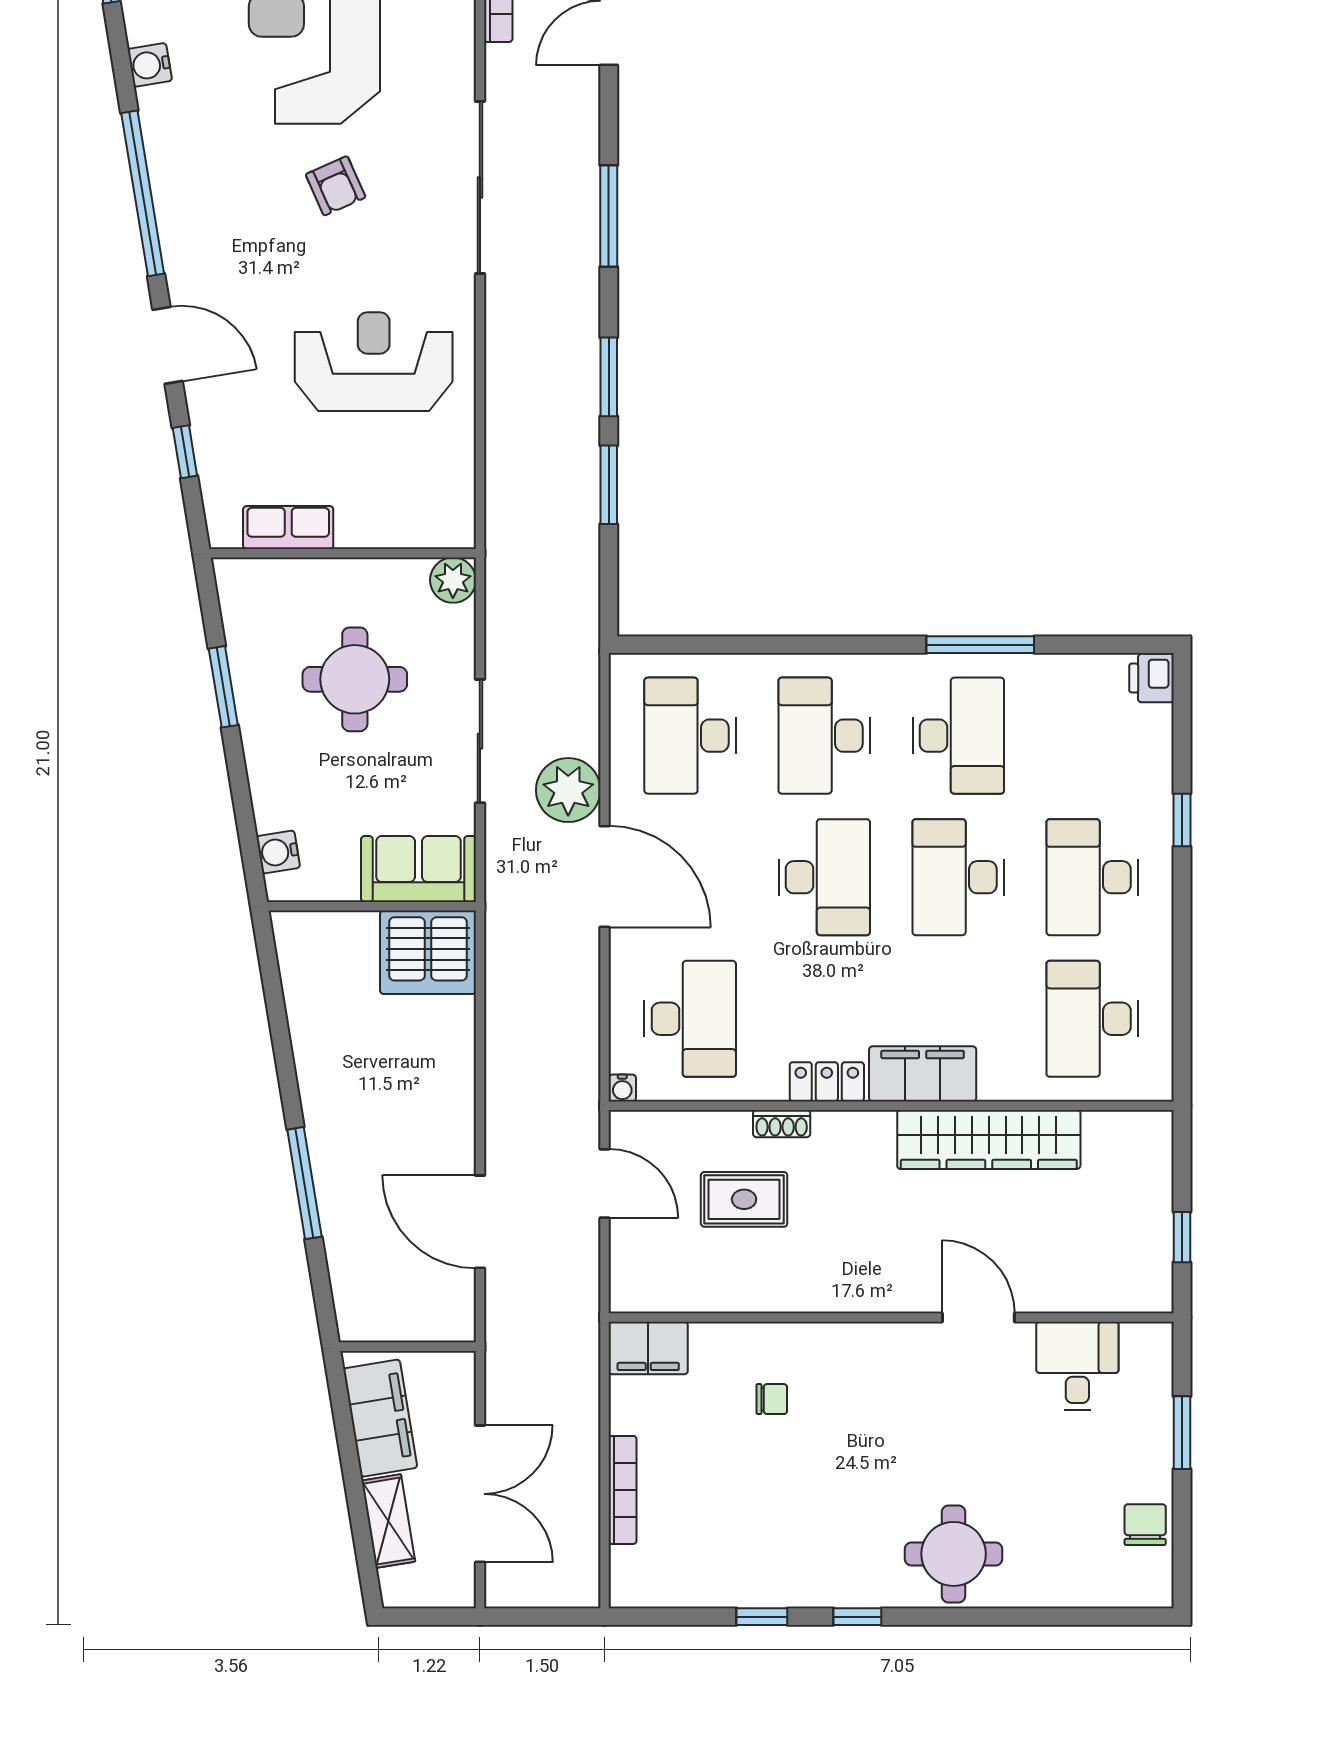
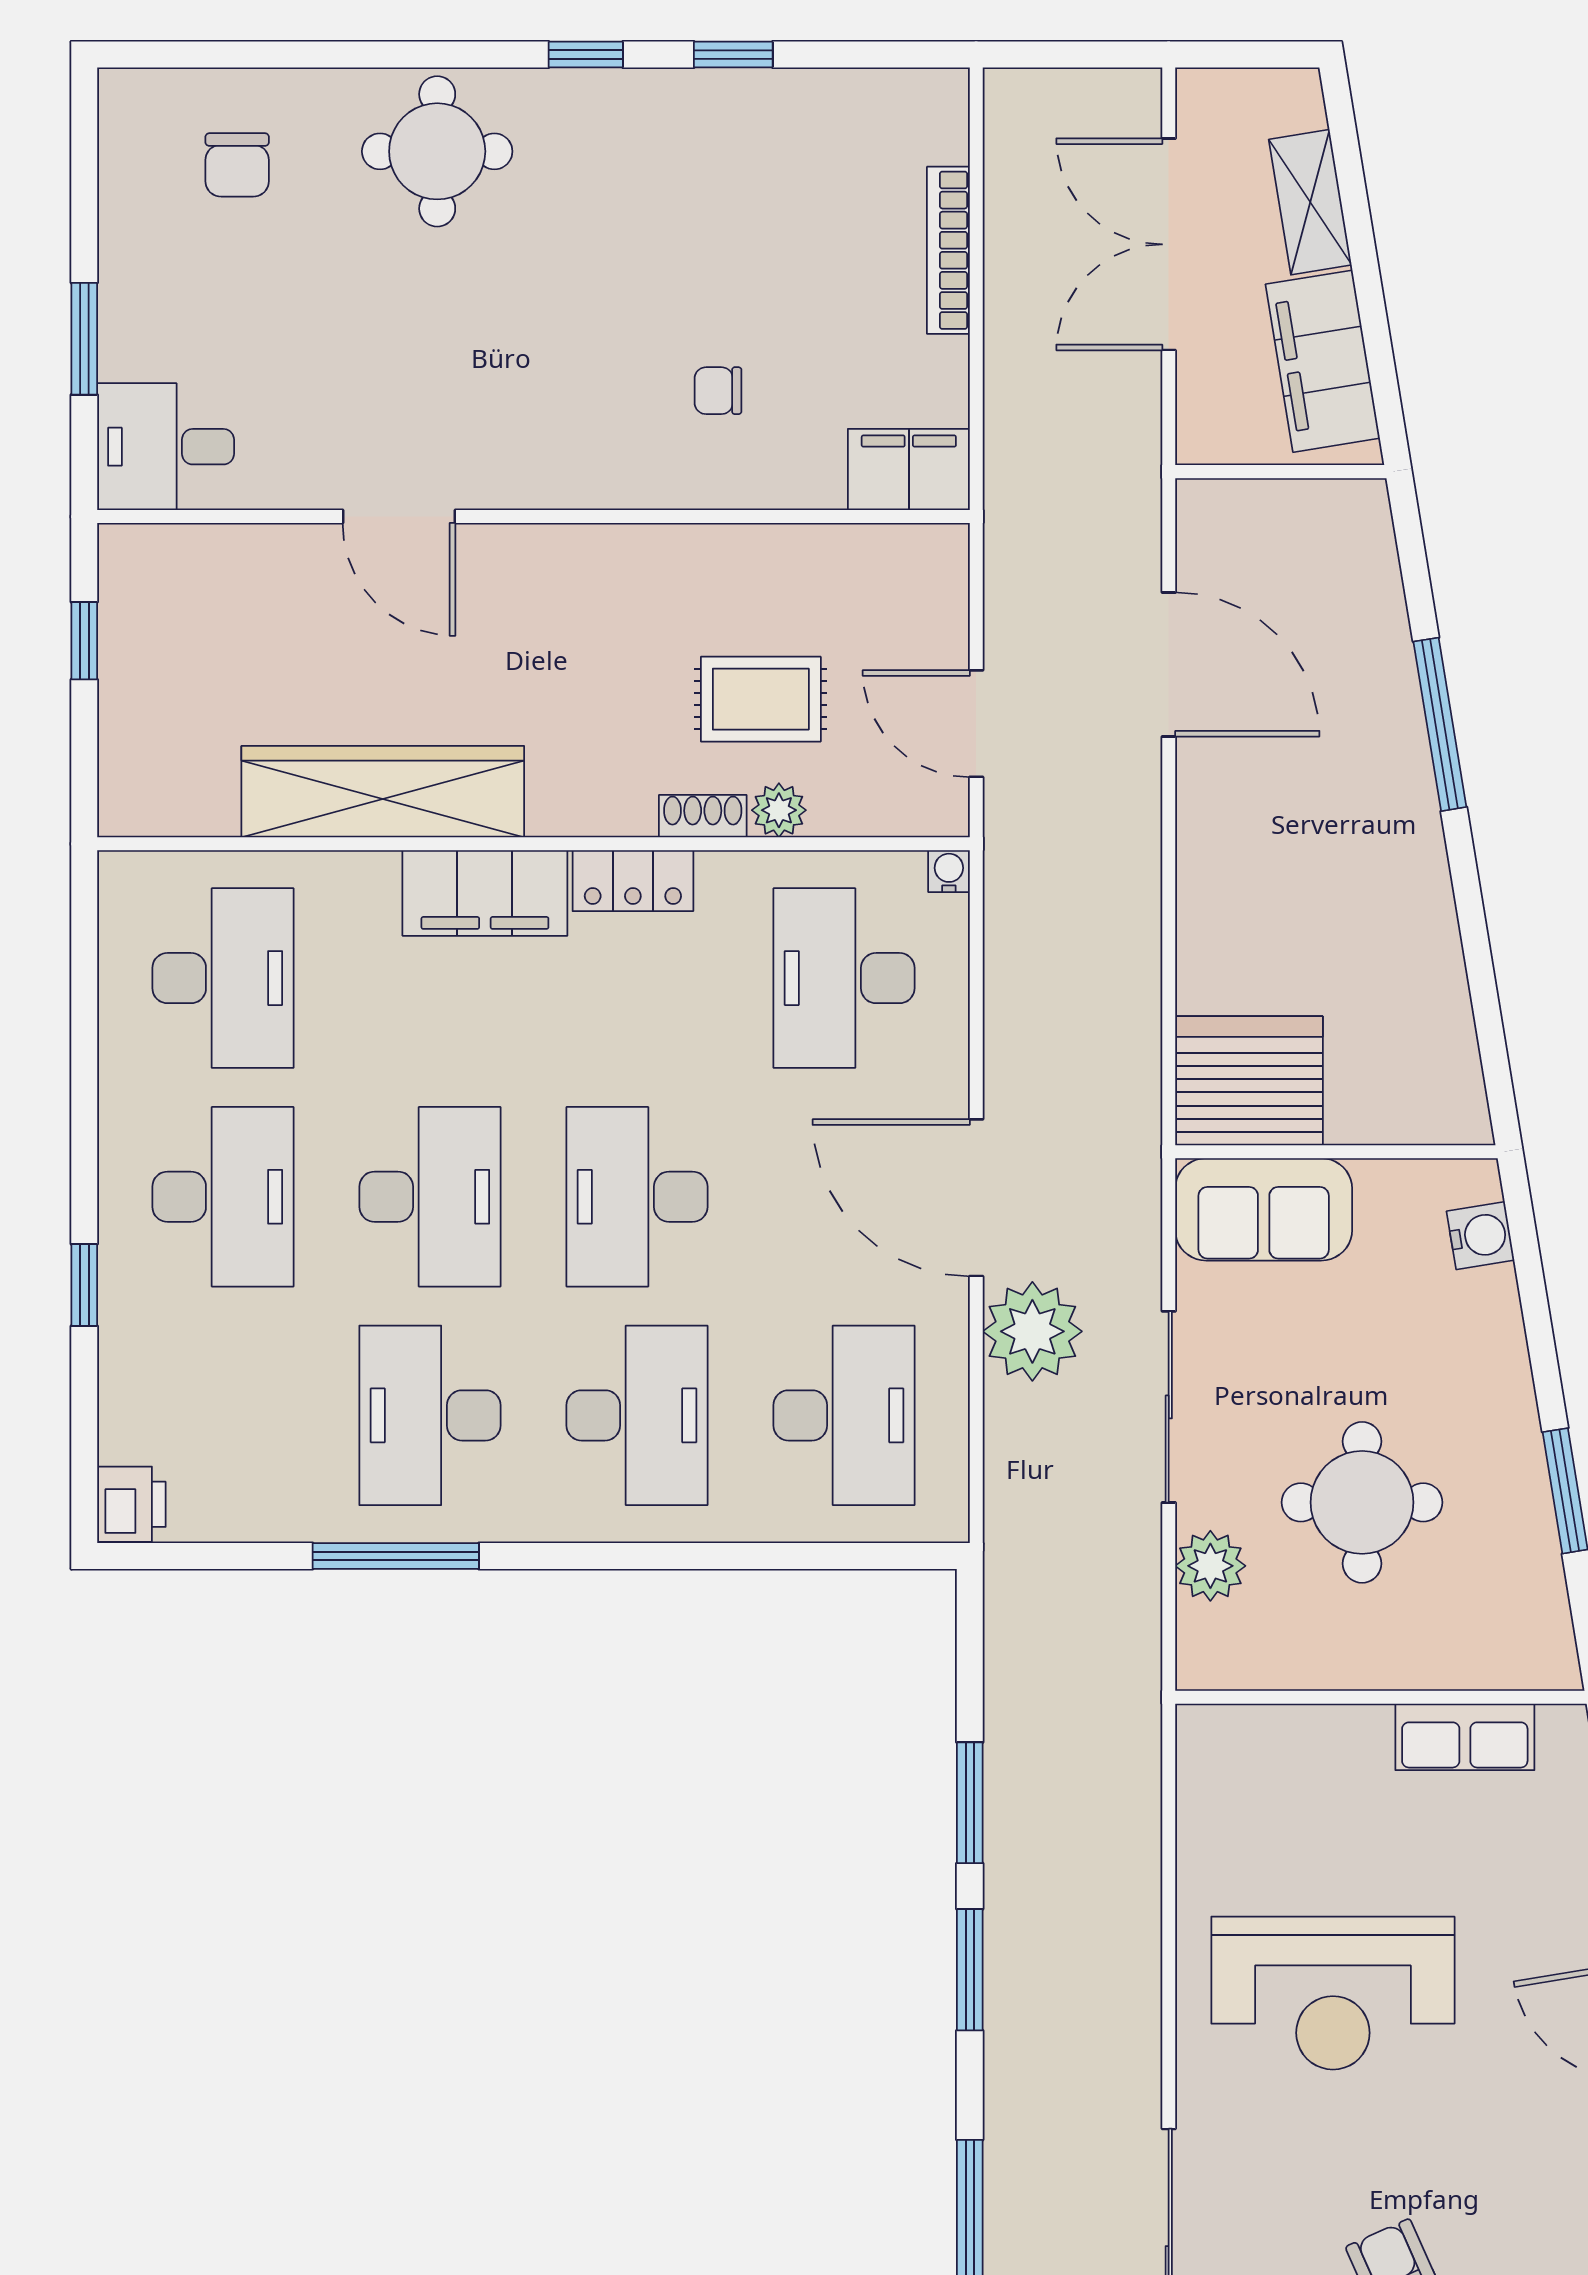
plant: (453, 580) -> (1210, 1566), moved
plant: (732, 1127) -> (779, 810), added
desk: (1077, 1366) -> (166, 447), moved, turned 90
chair: (1145, 1525) -> (237, 165), moved

